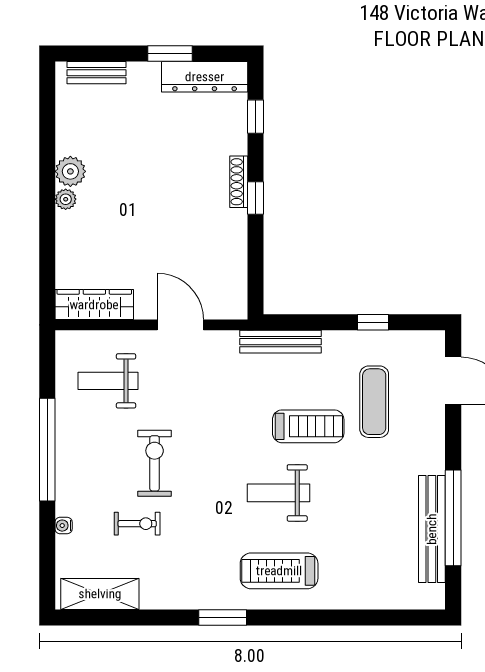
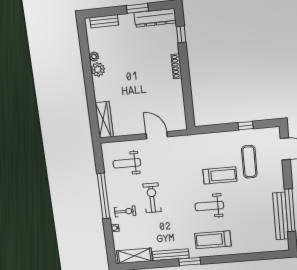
window: (255, 198) -> (185, 73), removed
plant: (66, 199) -> (94, 57), moved
wardrobe: (94, 305) -> (104, 120), moved, turned 90
bench: (280, 342) -> (171, 255), moved
exercise bike: (137, 524) -> (125, 211), moved

